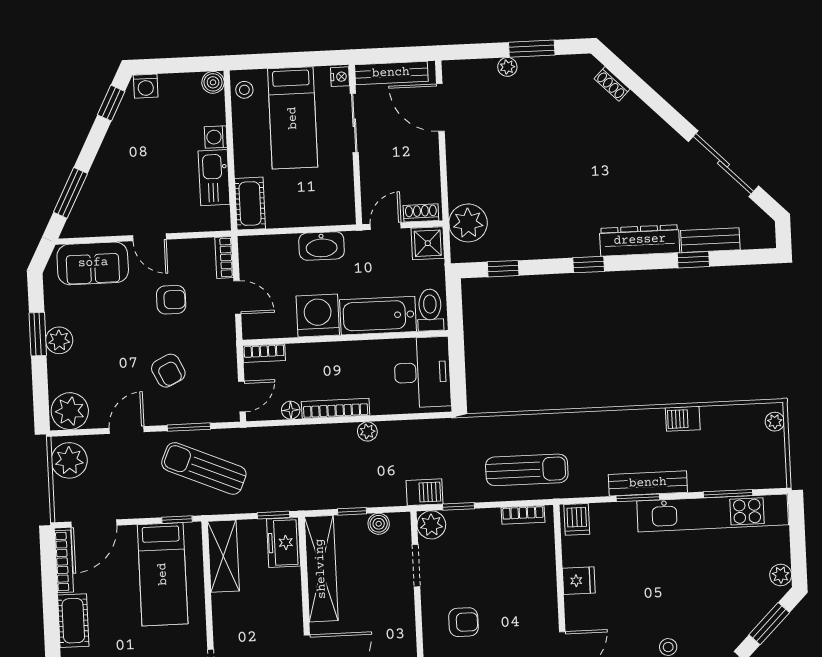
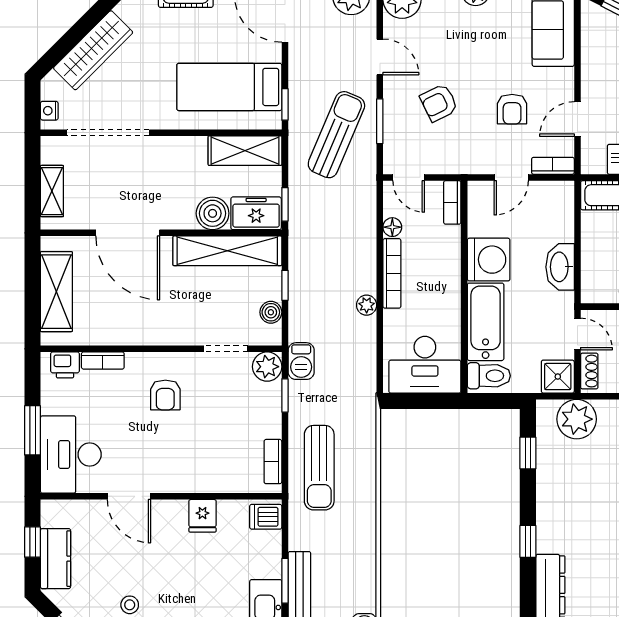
door: (149, 237) -> (577, 119), moved
boiler: (286, 585) -> (213, 213), added

